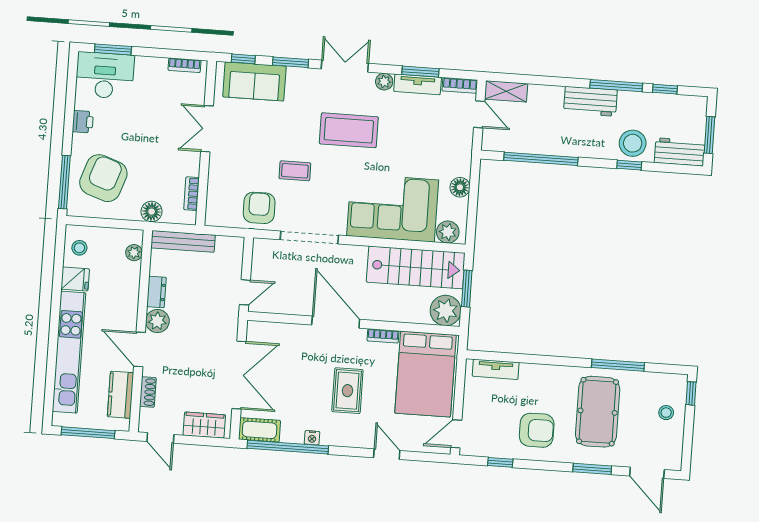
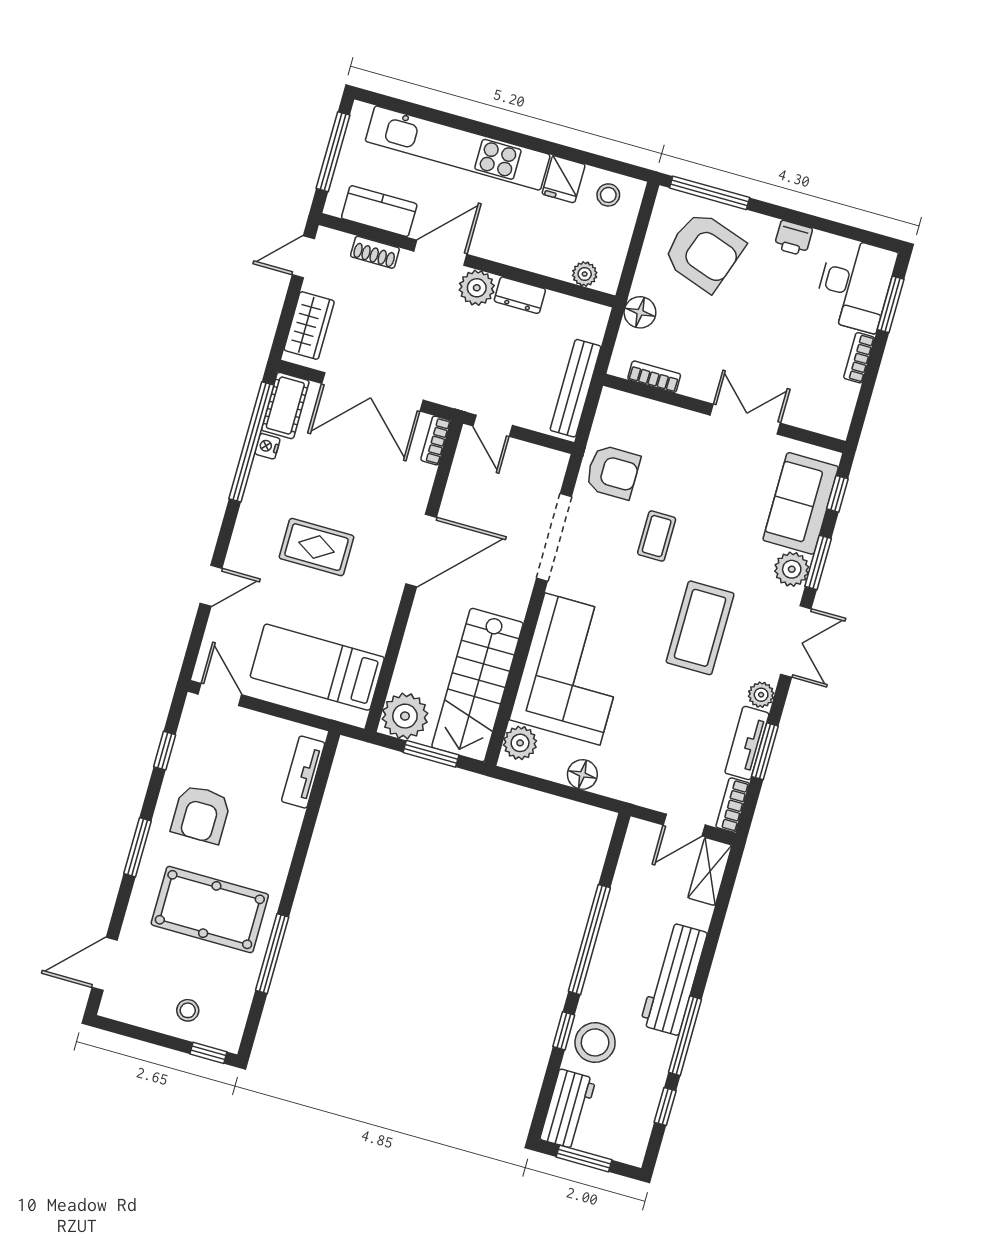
bookcase: (184, 65) -> (859, 358), moved
plant: (298, 78) -> (792, 569), added
workbench: (590, 101) -> (674, 979), width x1.38
window: (541, 159) -> (589, 940), moved
bench: (183, 241) -> (576, 388), moved
bookcase: (383, 336) -> (436, 440), moved
bed: (426, 374) -> (317, 667), width x0.67
nightstand: (312, 438) -> (267, 446), moved
window: (592, 469) -> (137, 847), moved

